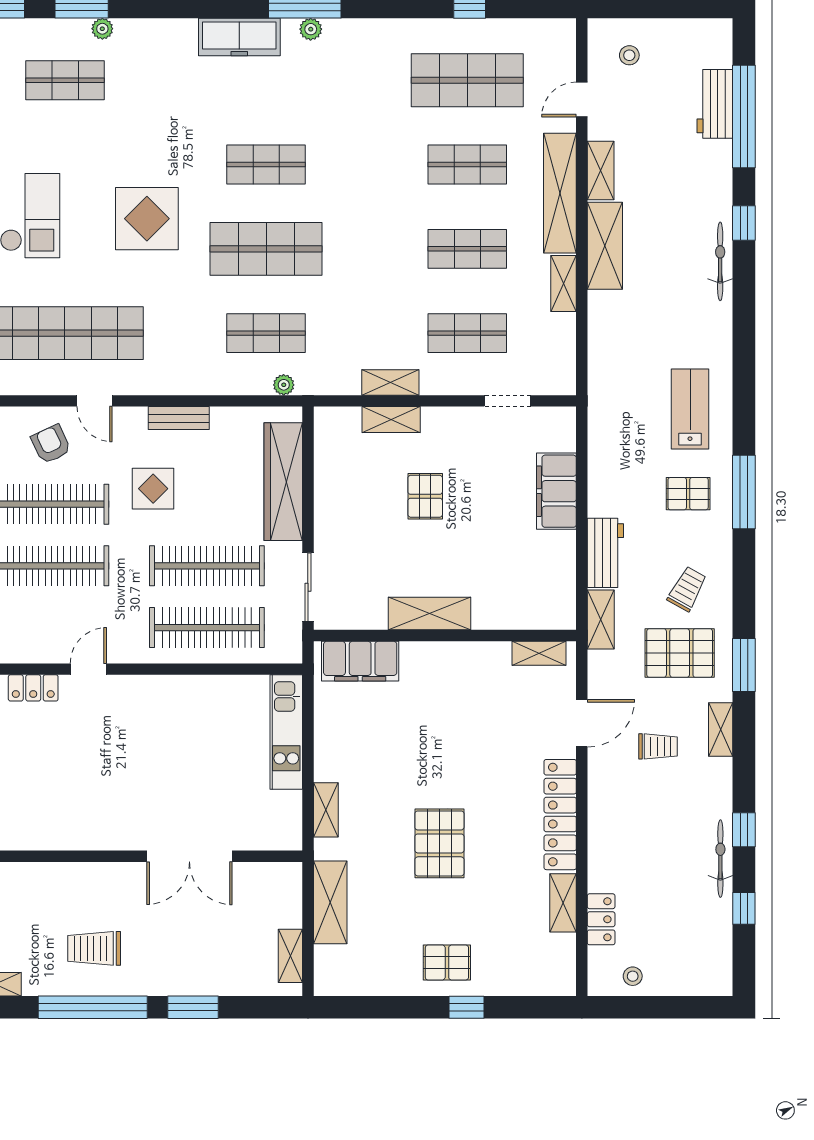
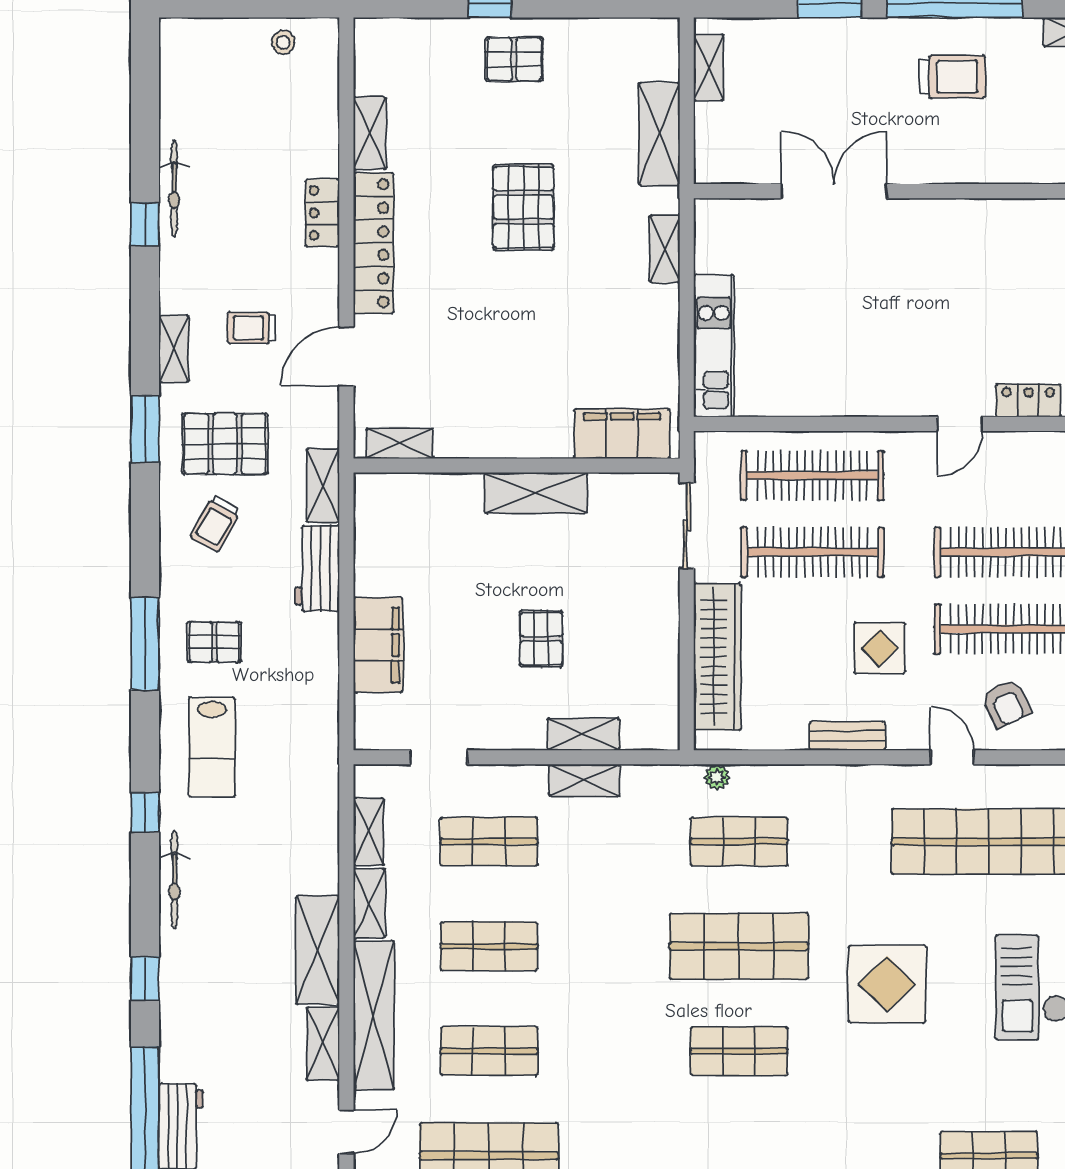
bicycle: (720, 261) -> (174, 880), moved
shelving: (564, 341) -> (369, 832), added
window: (744, 908) -> (145, 812), moved
locker: (601, 919) -> (322, 213), moved

